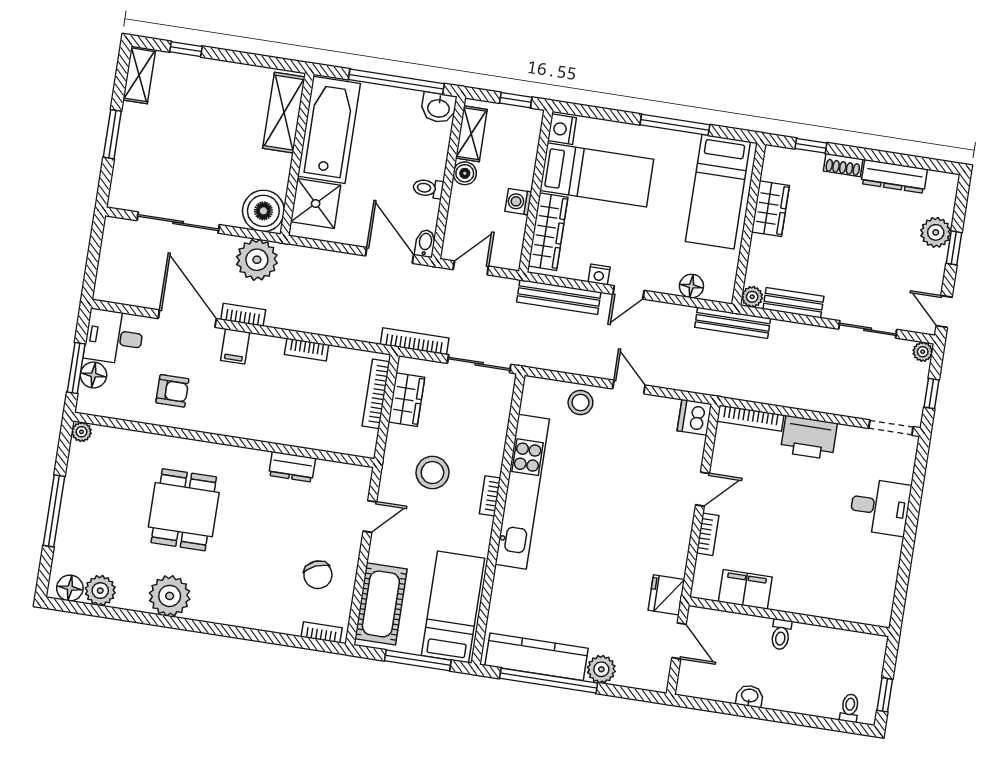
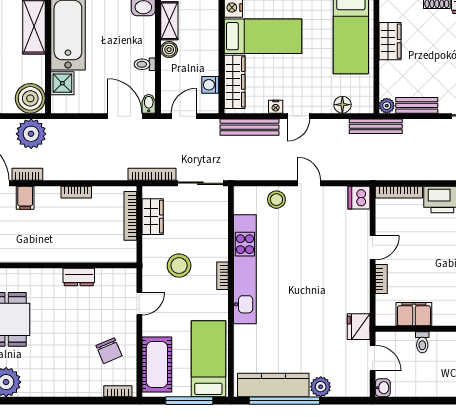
washing machine: (518, 202) -> (210, 85), moved
shower: (316, 204) -> (62, 83), width x0.73, depth x0.73
toilet: (781, 634) -> (422, 342), moved
washbasin: (750, 696) -> (383, 388), moved, turned 90

